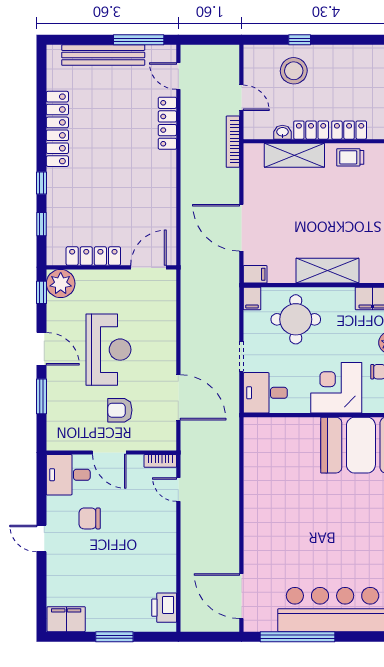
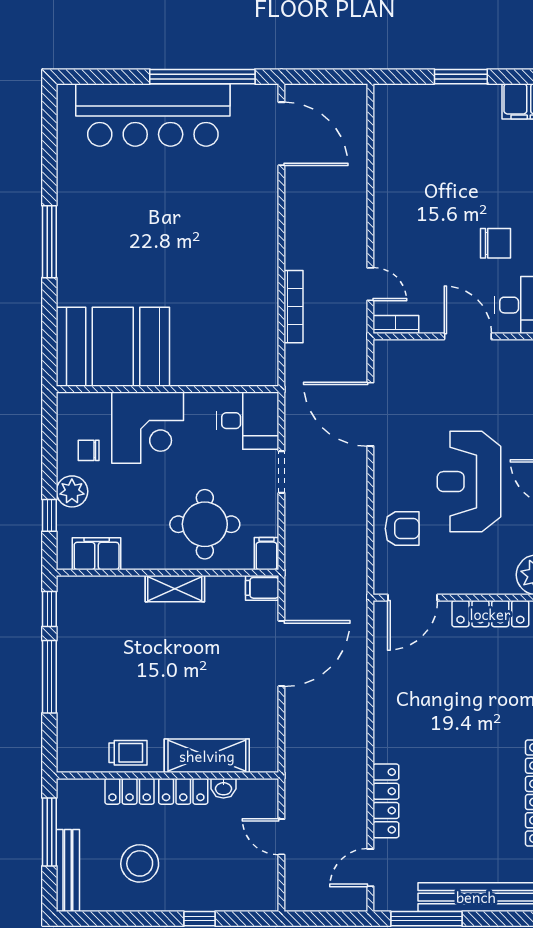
stool: (294, 71) -> (140, 863), moved
door: (178, 76) -> (370, 868), swing flipped
bookcase: (233, 142) -> (294, 307), moved
door: (241, 228) -> (281, 654), hinge flipped
shelving: (327, 271) -> (175, 589), width x0.67, depth x0.75
armchair: (120, 410) -> (402, 529), moved
printer: (164, 608) -> (390, 118), removed

